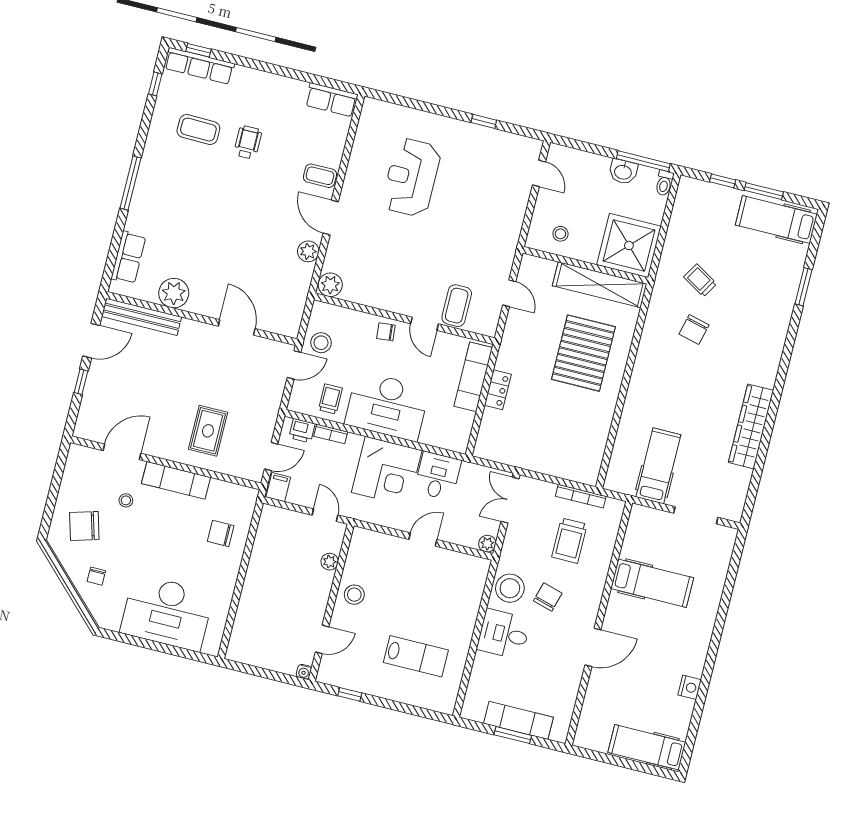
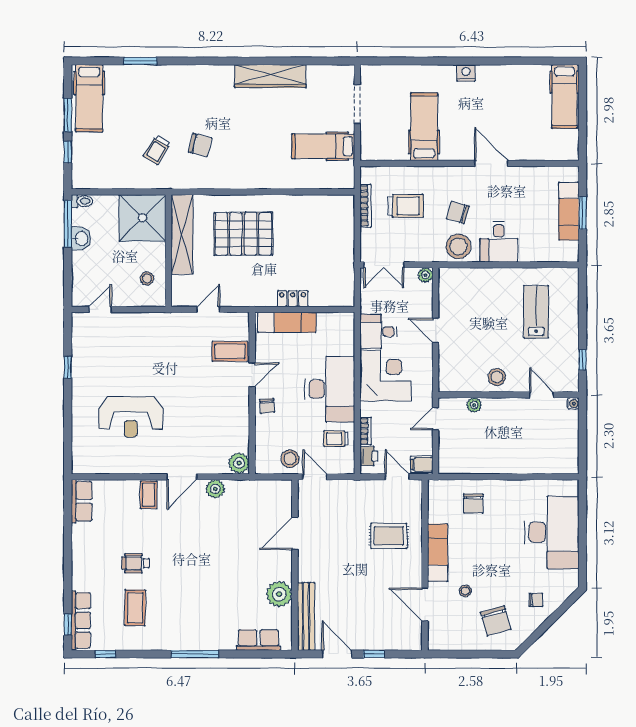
nightstand: (690, 687) -> (466, 73), moved

